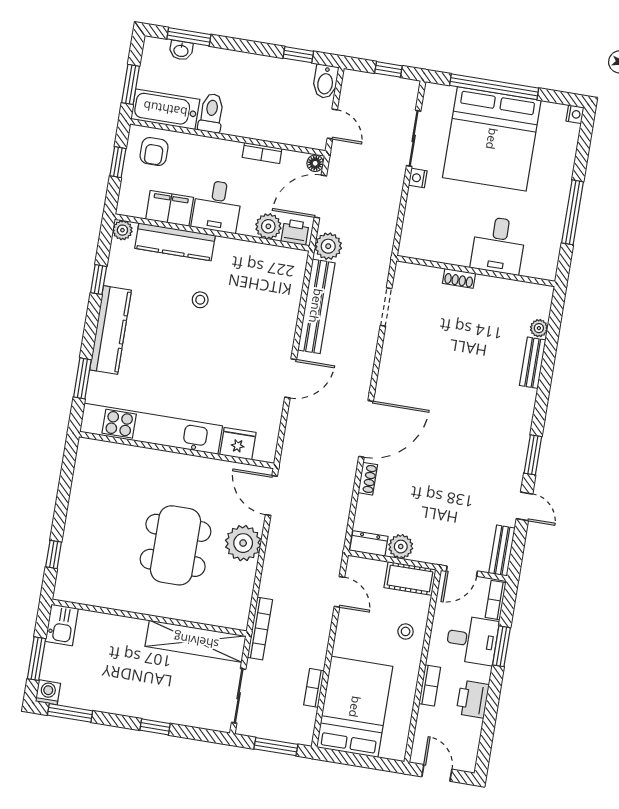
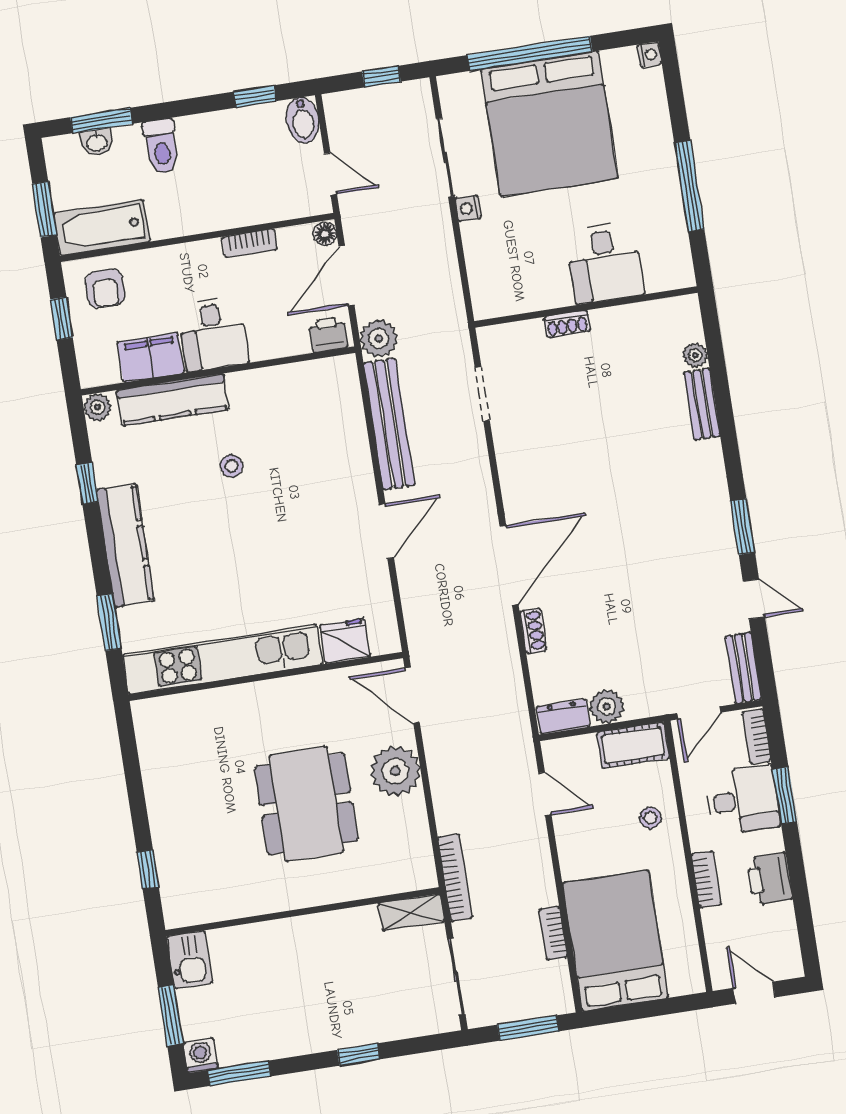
toilet: (211, 113) -> (161, 146), moved, turned 180
plant: (268, 226) -> (290, 338), removed
shelving: (196, 641) -> (411, 912), width x0.45, depth x0.75

